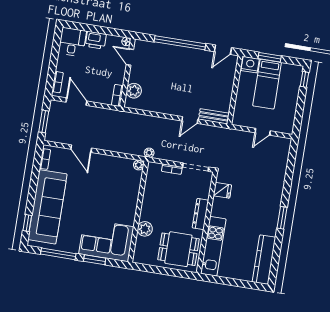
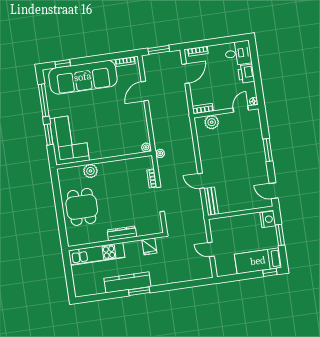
window: (180, 43) -> (268, 150), width x0.47
bed: (267, 84) -> (258, 261), moved
fridge: (222, 190) -> (149, 246), moved
dresser: (200, 214) -> (122, 233), moved
wall: (207, 223) -> (116, 242), moved
kitchen unit: (213, 246) -> (97, 254), moved
kitchen counter: (264, 260) -> (127, 282), moved

